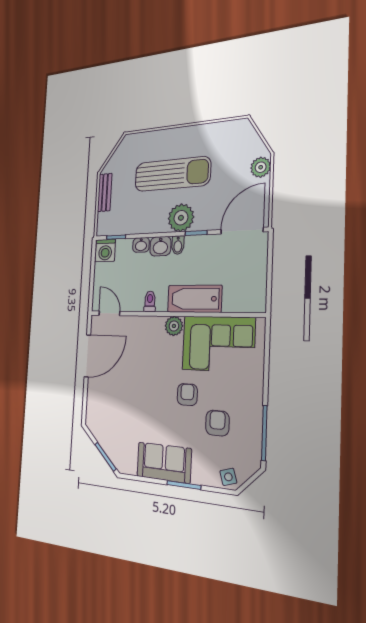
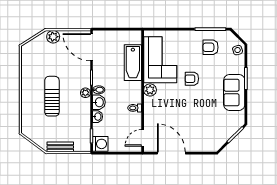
sun lounger: (172, 174) -> (52, 96), width x0.73, depth x0.75
plant: (181, 218) -> (85, 93), width x0.53, depth x0.53
bathtub: (194, 299) -> (133, 63), moved
armchair: (217, 423) -> (211, 47), moved

